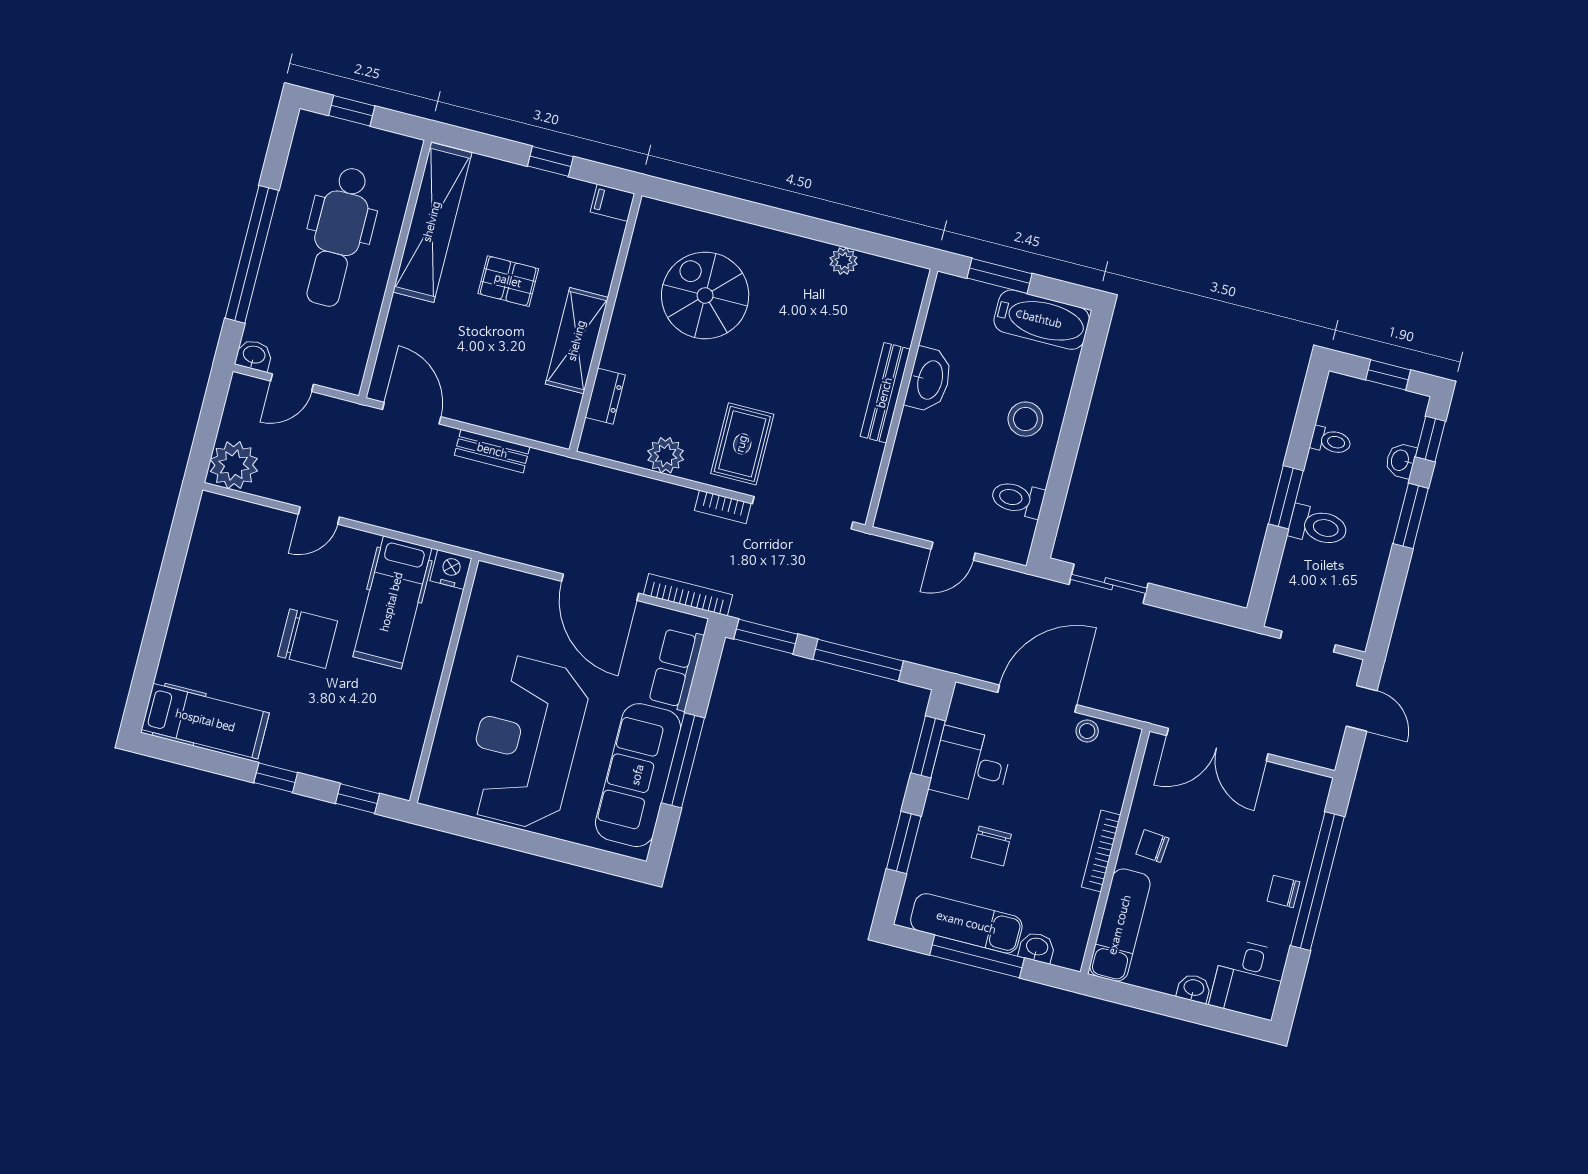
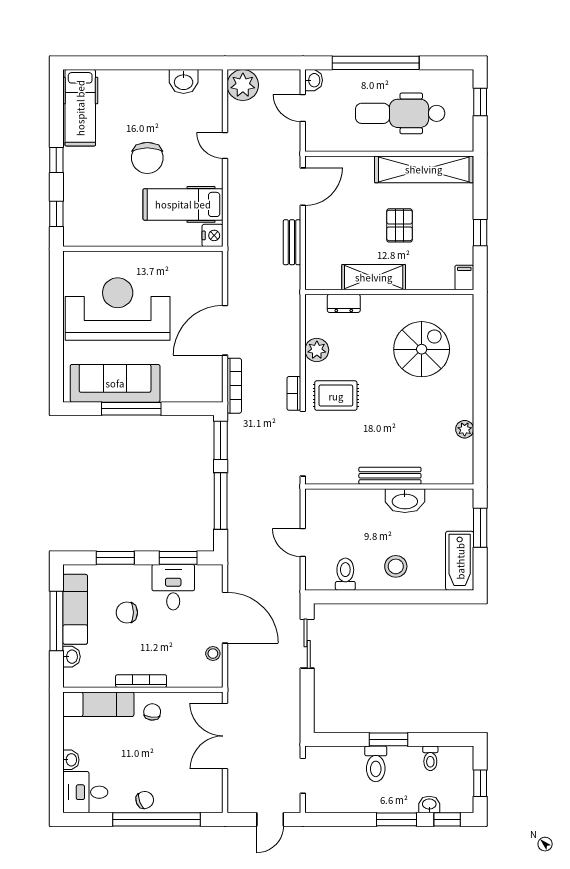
washbasin: (205, 554) -> (184, 81), added
row of seats: (676, 669) -> (187, 390), removed
chair: (1283, 891) -> (145, 800), turned 69

